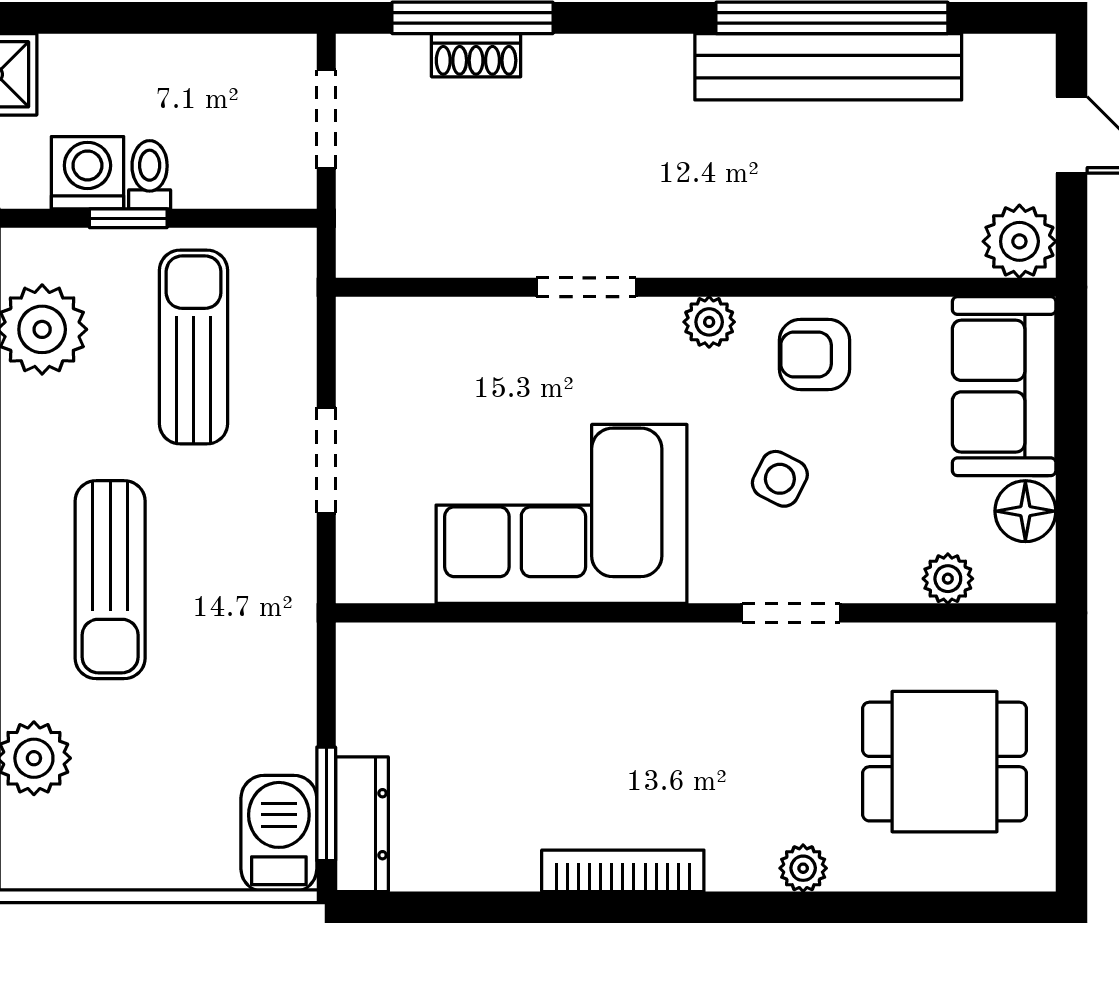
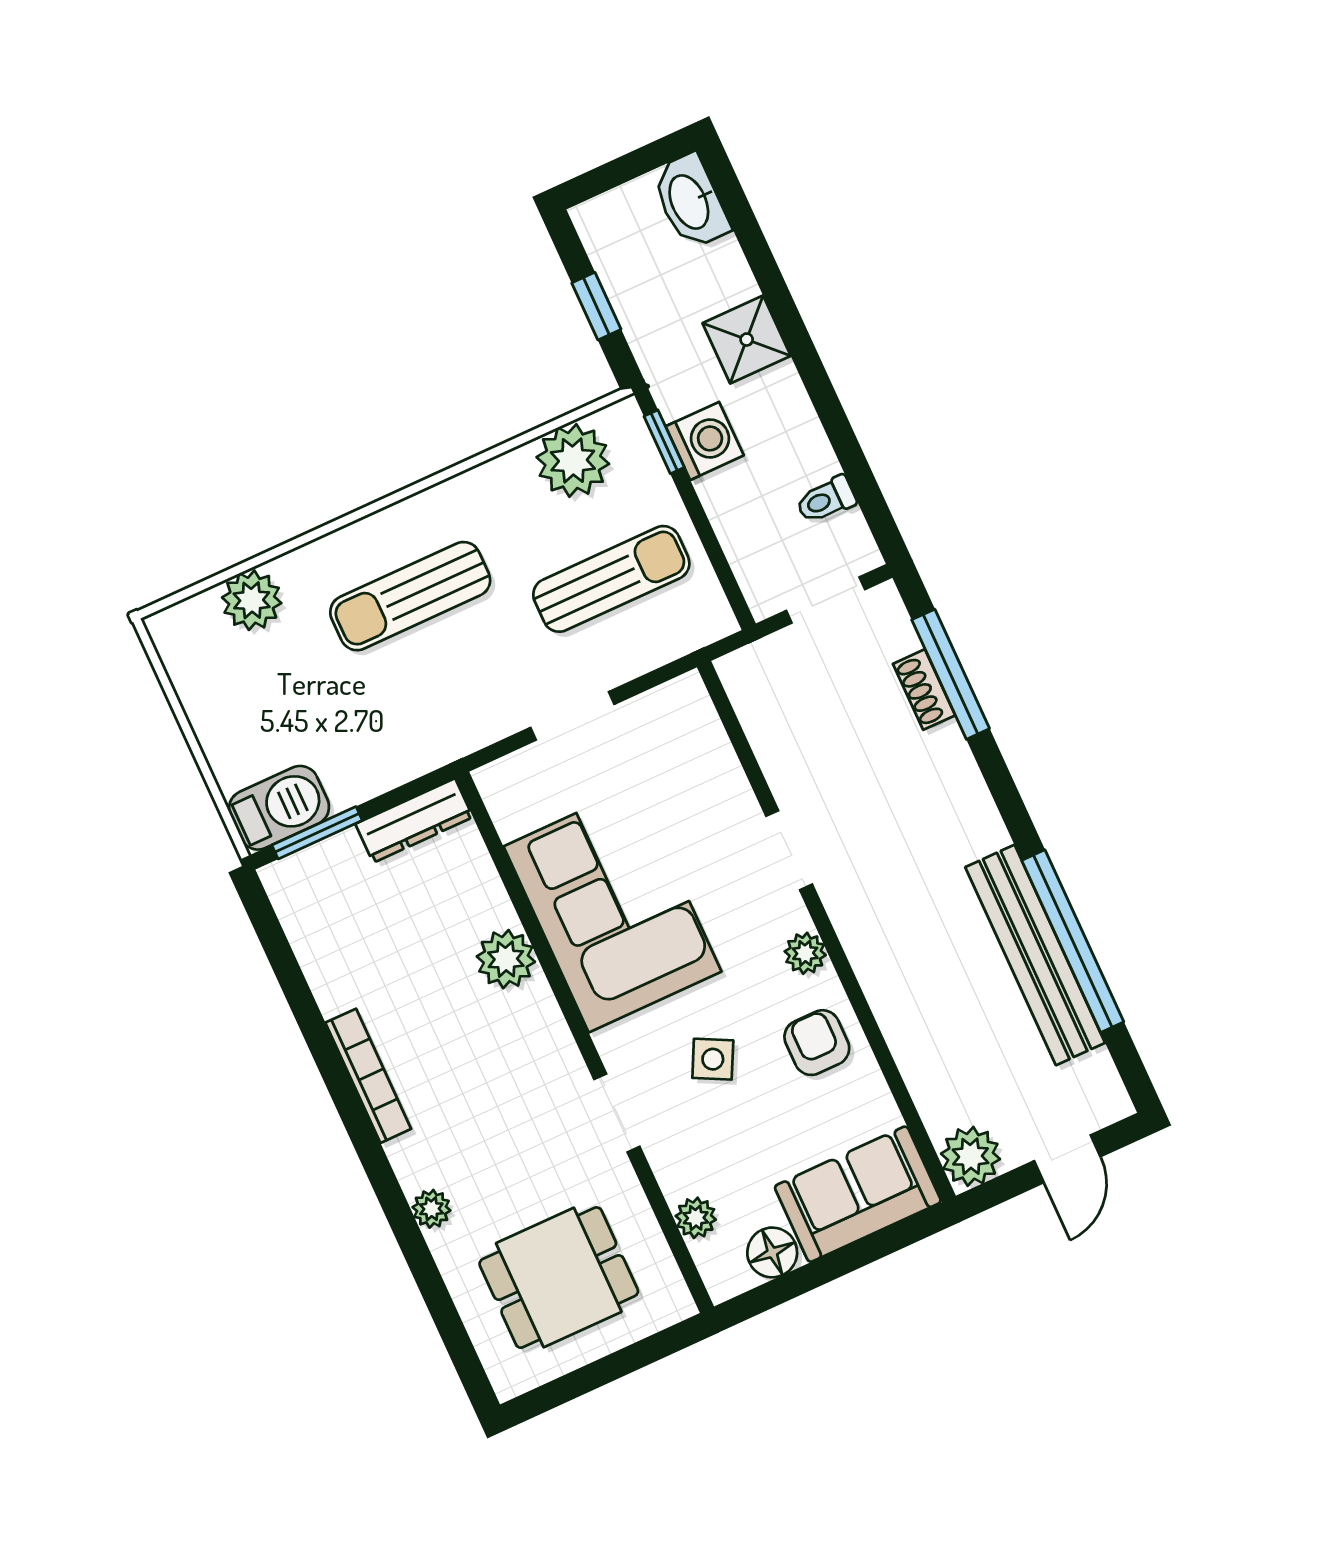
toilet: (150, 175) -> (826, 500), moved, turned 180
window: (128, 218) -> (664, 442), moved
plant: (563, 658) -> (506, 959), added
dining table: (944, 762) -> (559, 1278), turned 90
dresser: (362, 824) -> (414, 820), moved

